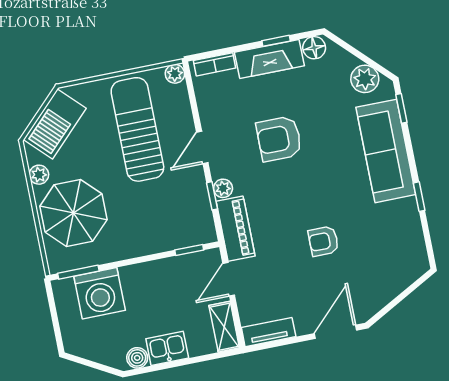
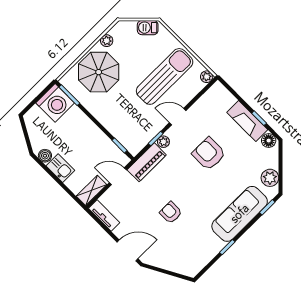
bookcase: (215, 64) -> (225, 94), removed
barbecue: (55, 124) -> (148, 28), width x0.53, depth x0.65
washing machine: (100, 293) -> (55, 103), moved, turned -90

